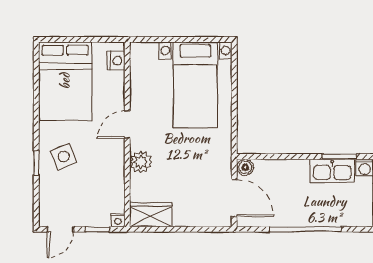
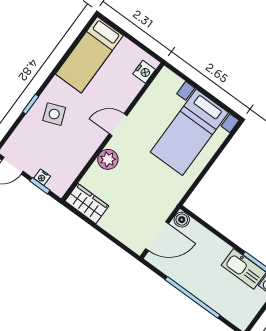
bed: (65, 81) -> (89, 55), width x0.67
door: (234, 198) -> (157, 236), hinge flipped
nightstand: (118, 220) -> (42, 177), moved

